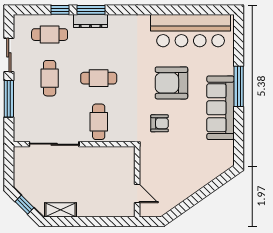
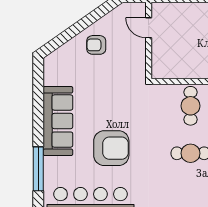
window: (239, 86) -> (38, 169), moved
armchair: (160, 123) -> (96, 45), moved

